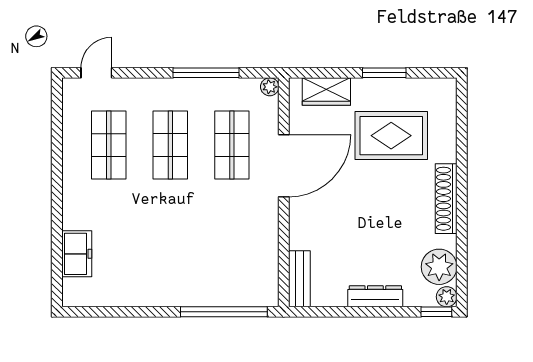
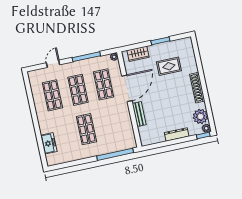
door: (96, 73) -> (53, 64), moved
rug: (391, 136) -> (169, 66), width x0.73, depth x0.70
shop shelf: (170, 240) -> (86, 129), added
bench: (299, 279) -> (139, 114), moved

